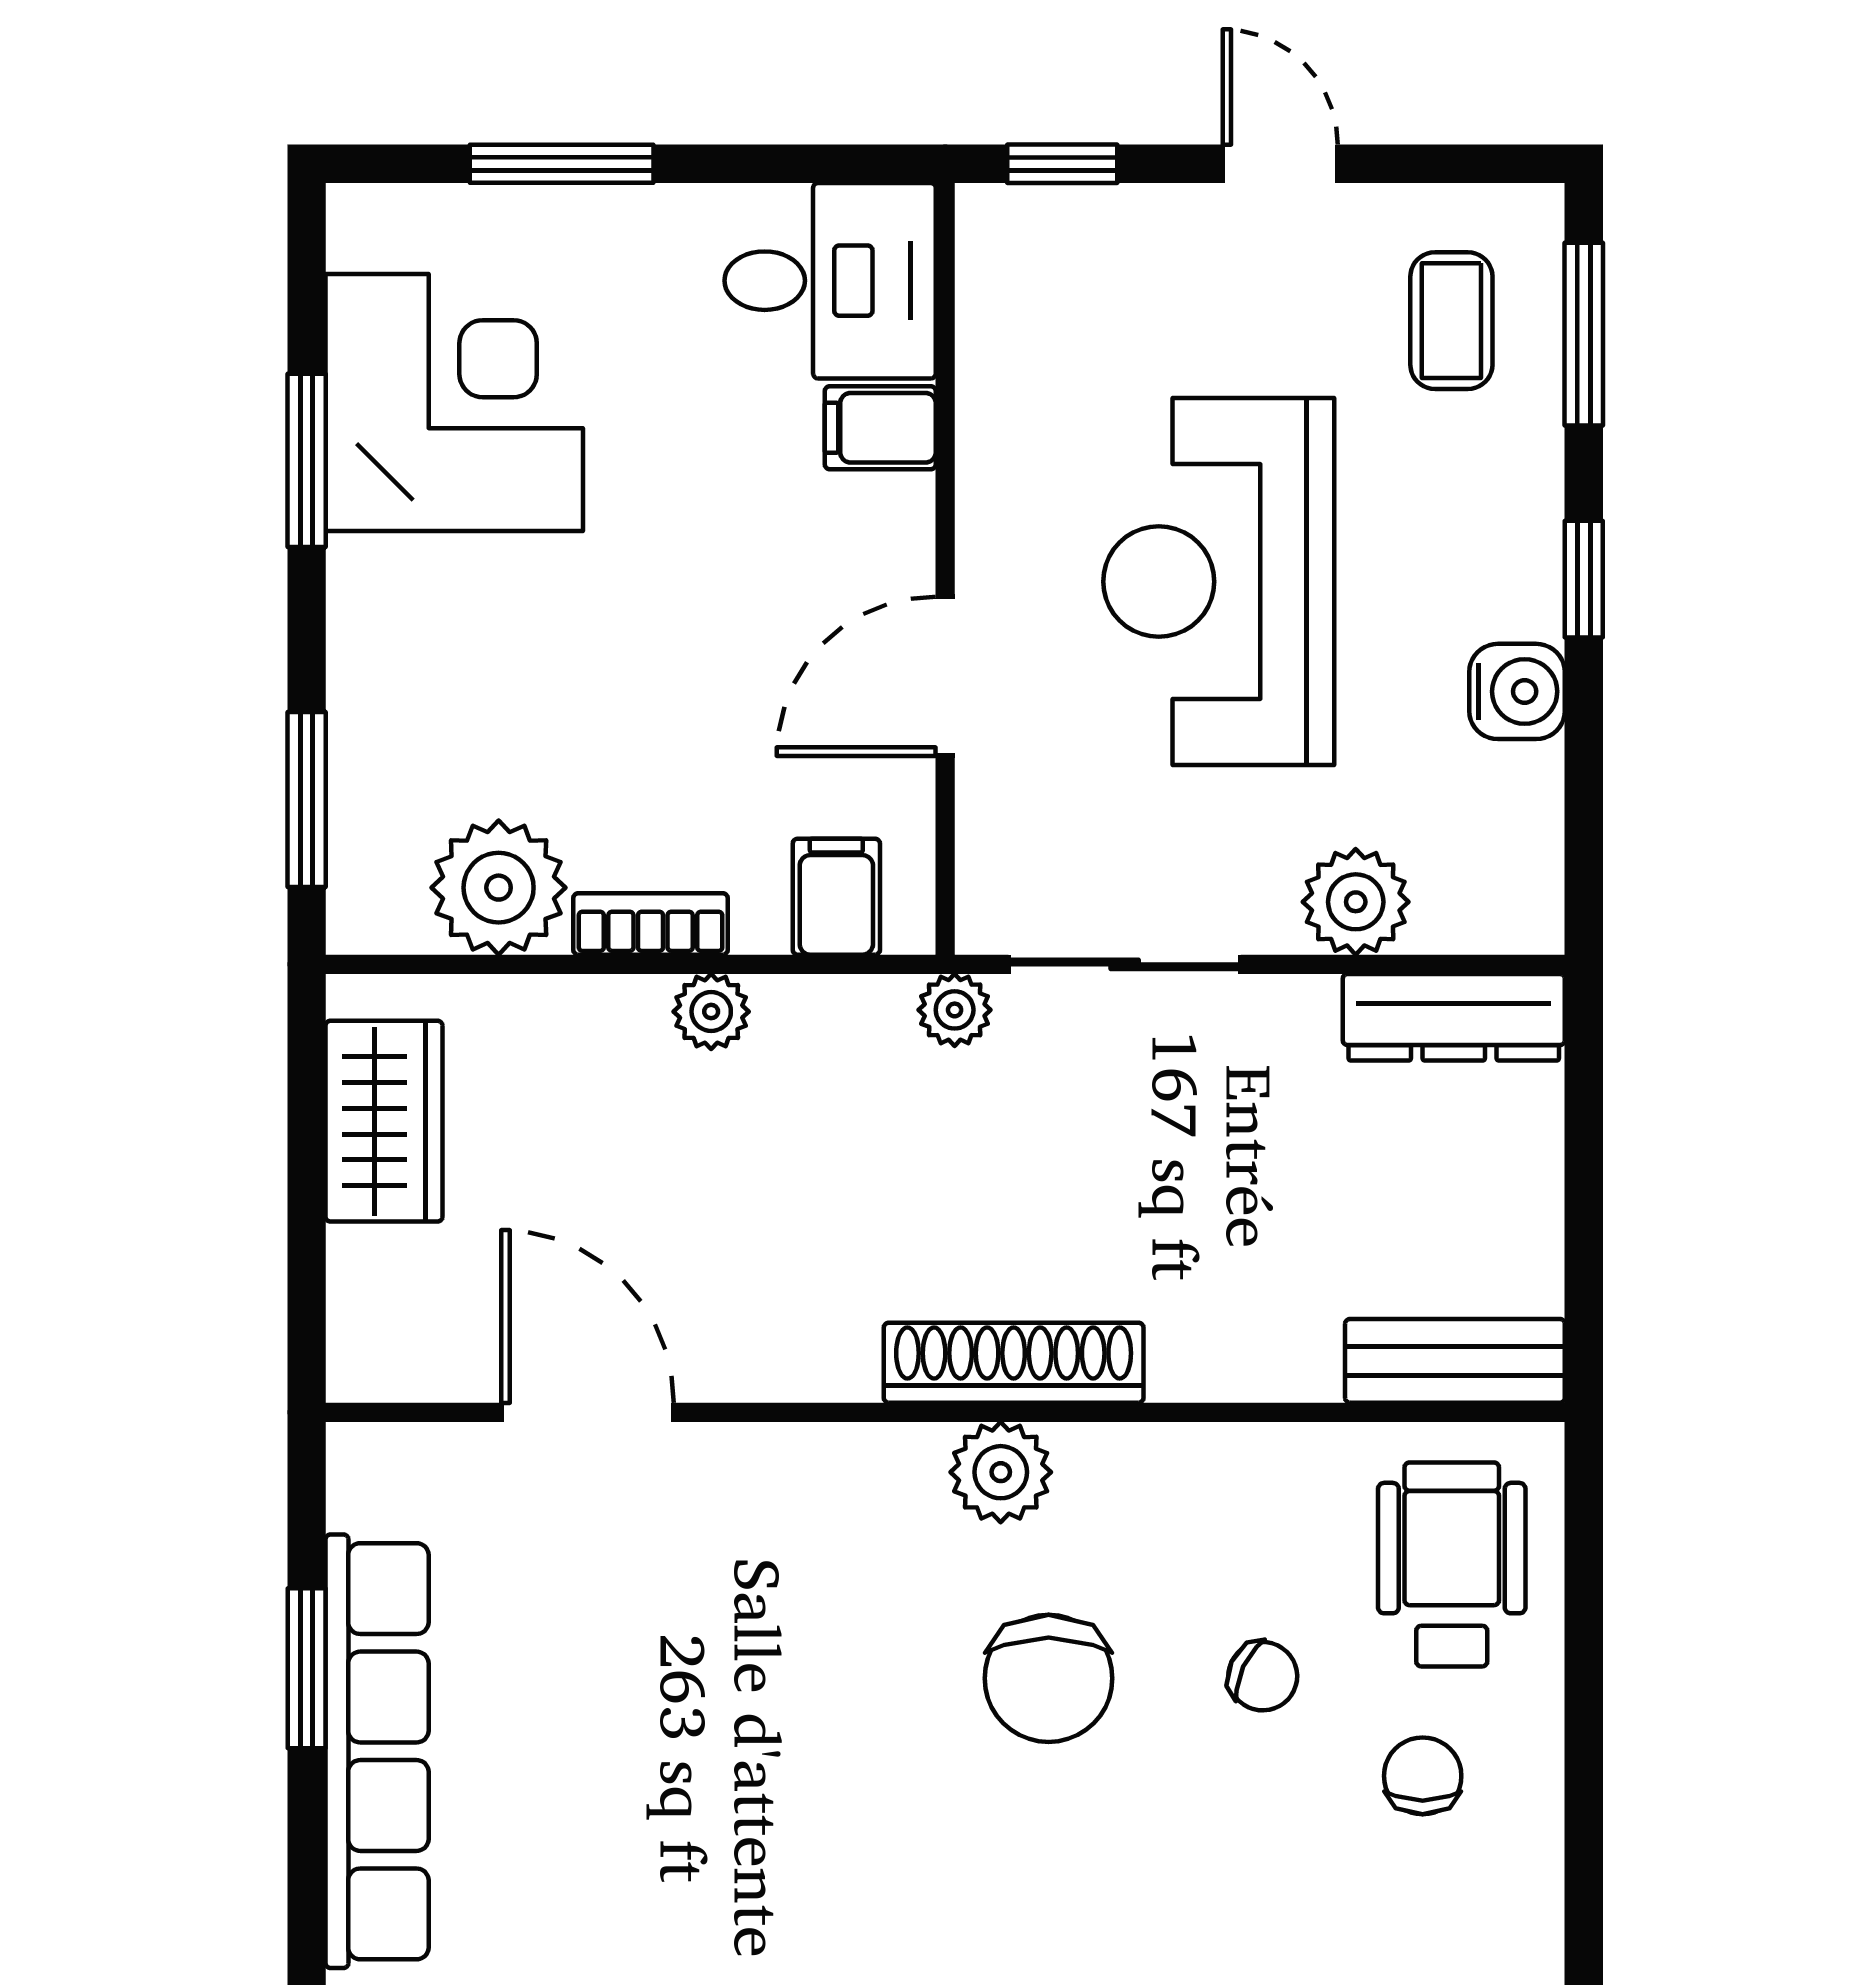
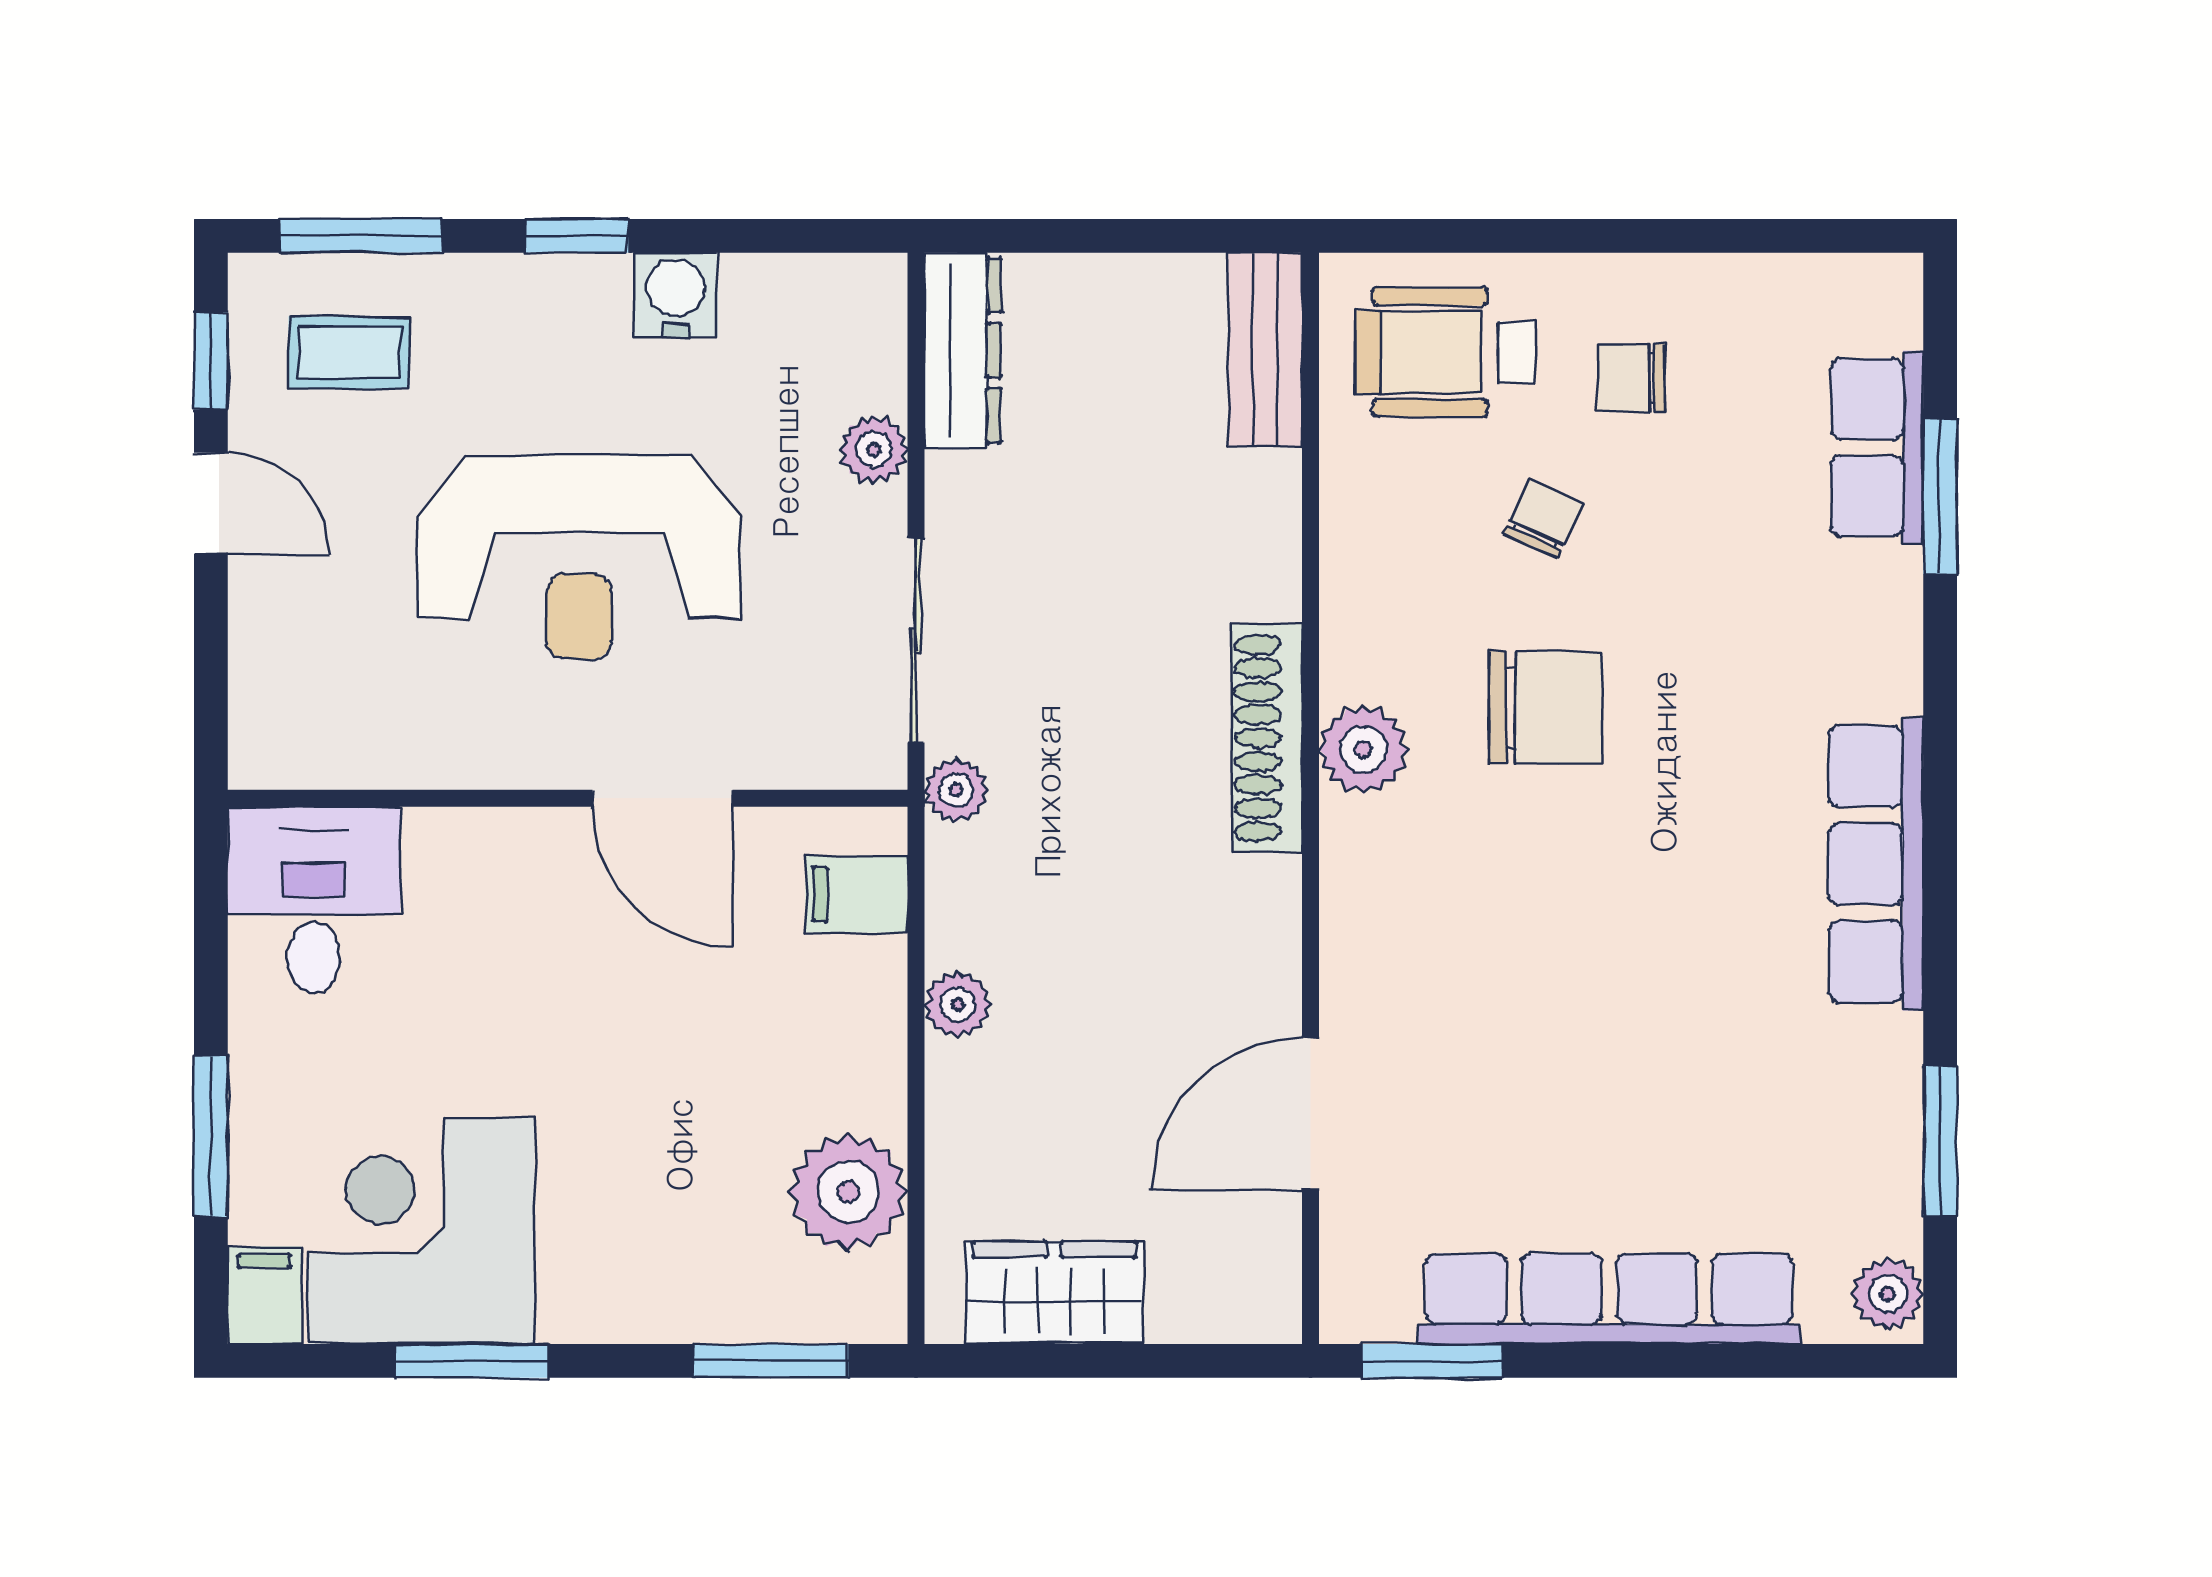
window: (1062, 164) -> (211, 361), moved
door: (1280, 164) -> (211, 503), swing flipped
filing cabinet: (880, 428) -> (264, 1295), moved, turned 180
plant: (1356, 902) -> (874, 449), width x0.73, depth x0.73
bookcase: (651, 924) -> (880, 1058), removed
window: (307, 1668) -> (1432, 1361), moved

